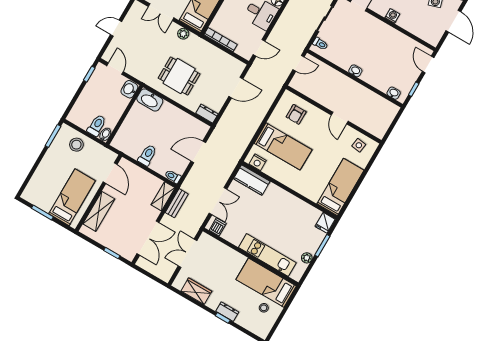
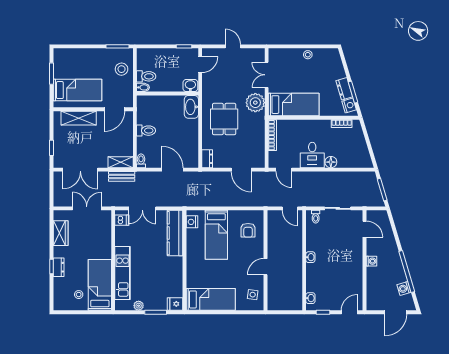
plant: (183, 34) -> (255, 103), width x1.88, depth x1.88
armchair: (296, 114) -> (248, 230), turned -90
kitchen counter: (252, 180) -> (175, 233), width x1.50

